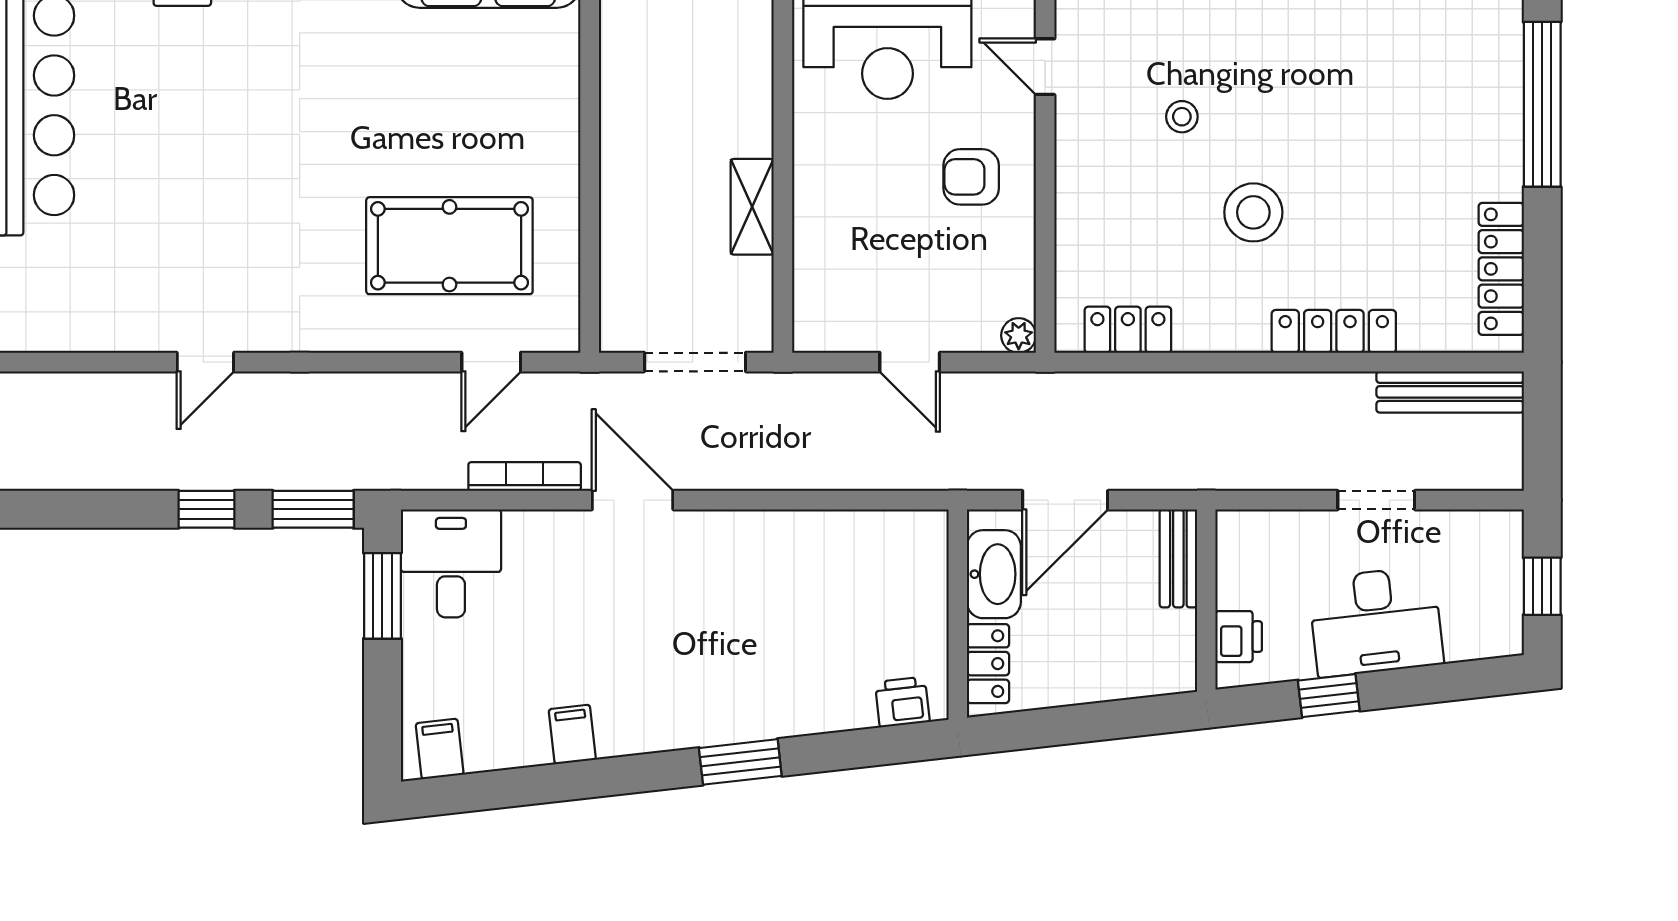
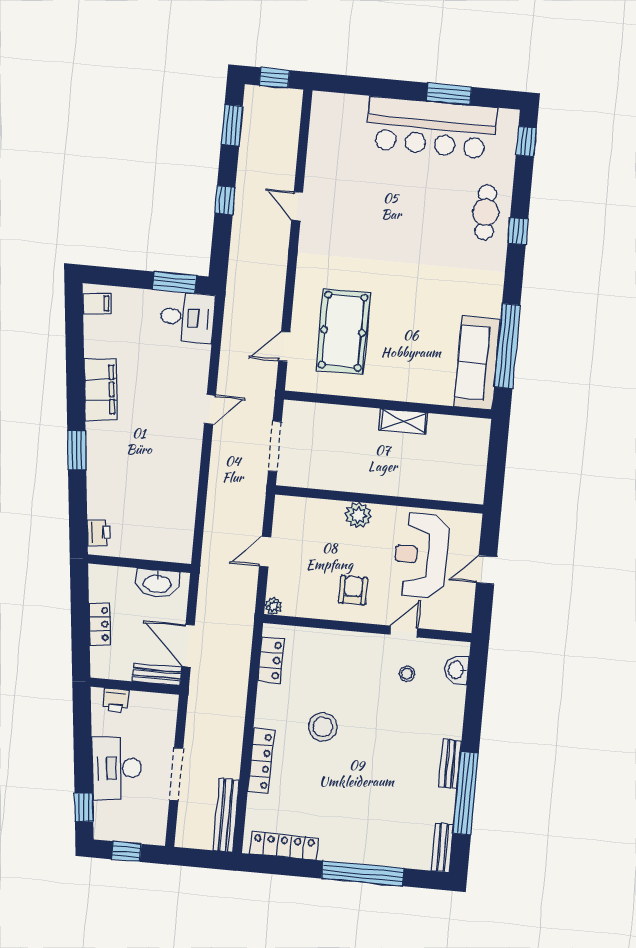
stool: (1182, 117) -> (407, 674), moved
plant: (819, 181) -> (358, 515), added
shelving: (752, 207) -> (404, 421), moved
door: (491, 362) -> (284, 346), hinge flipped
bookcase: (525, 477) -> (227, 358), removed
door: (633, 500) -> (210, 409), width x0.73
door: (1065, 500) -> (188, 646), moved
doorway: (1376, 500) -> (176, 774), width x1.38
window: (313, 509) -> (232, 125), moved
locker: (988, 664) -> (100, 624), moved, turned -96
window: (1329, 696) -> (84, 807), moved
filing cabinet: (572, 734) -> (101, 390), width x3.00, depth x1.17

